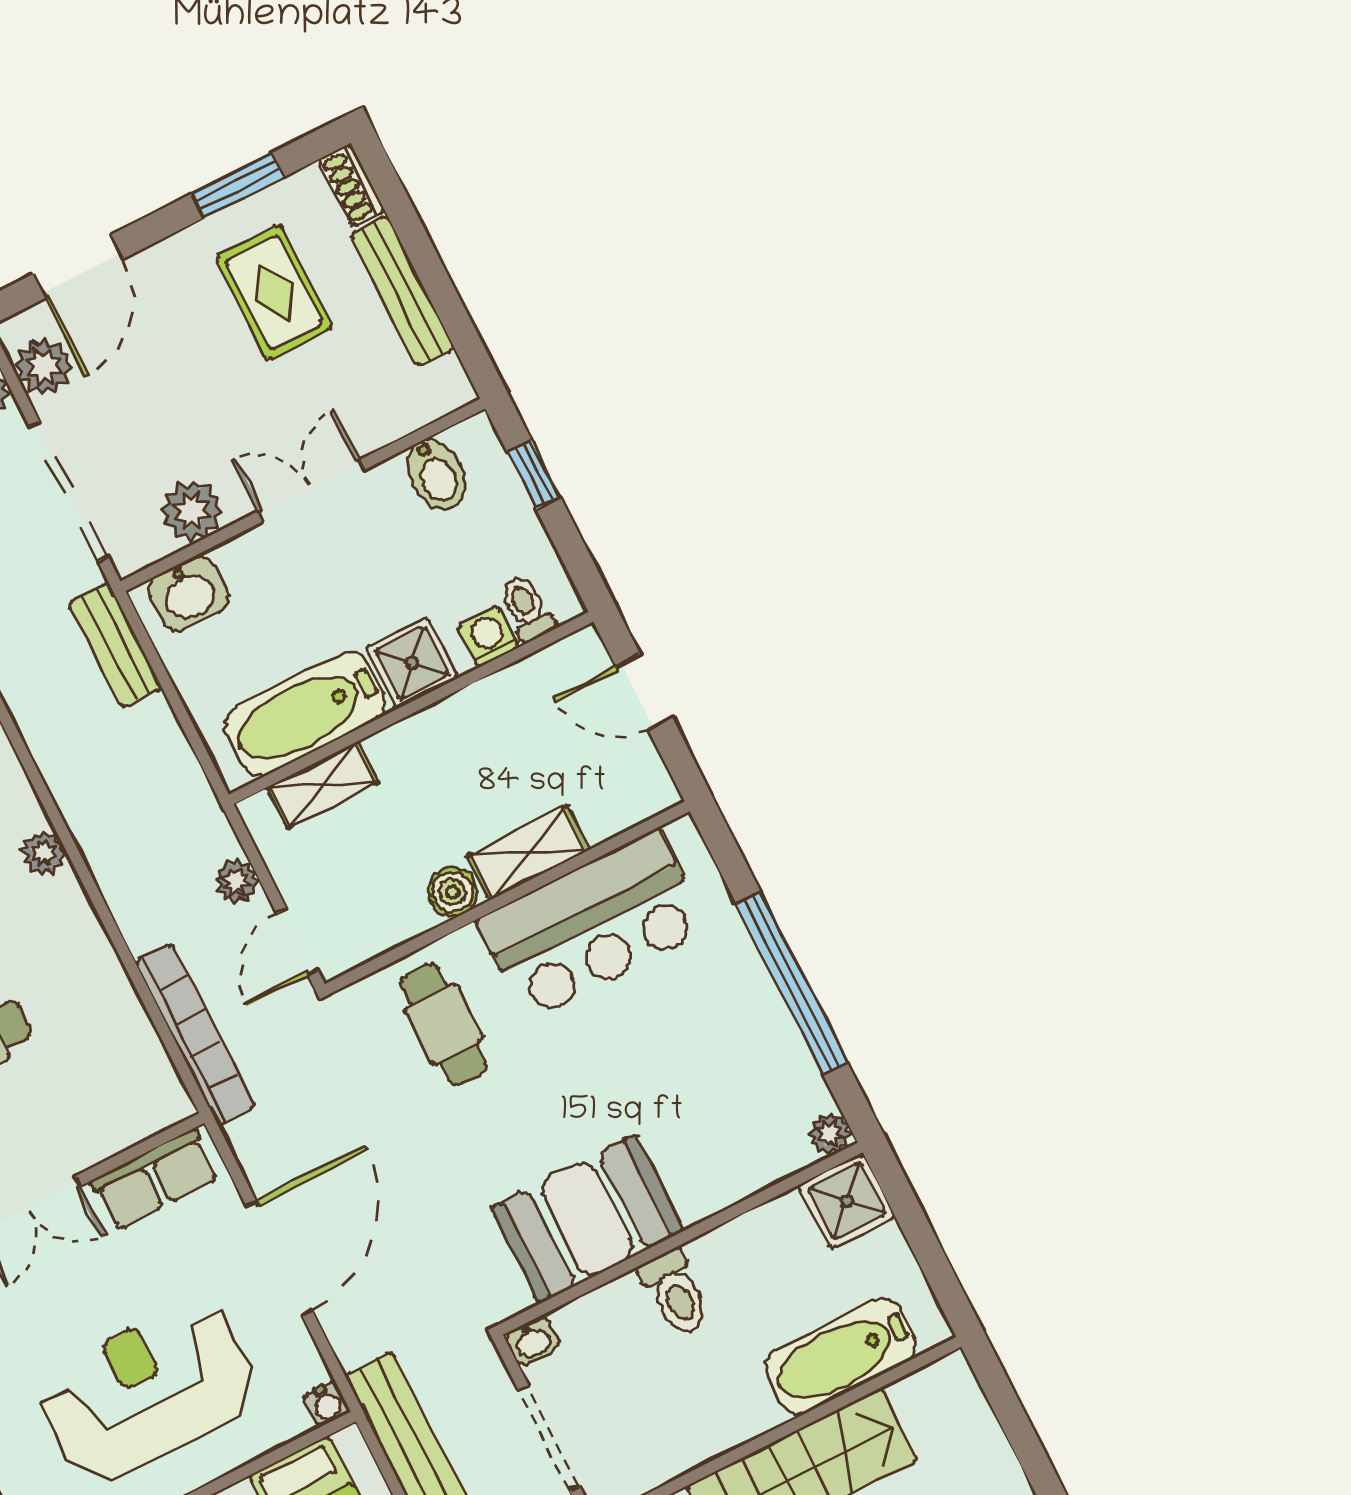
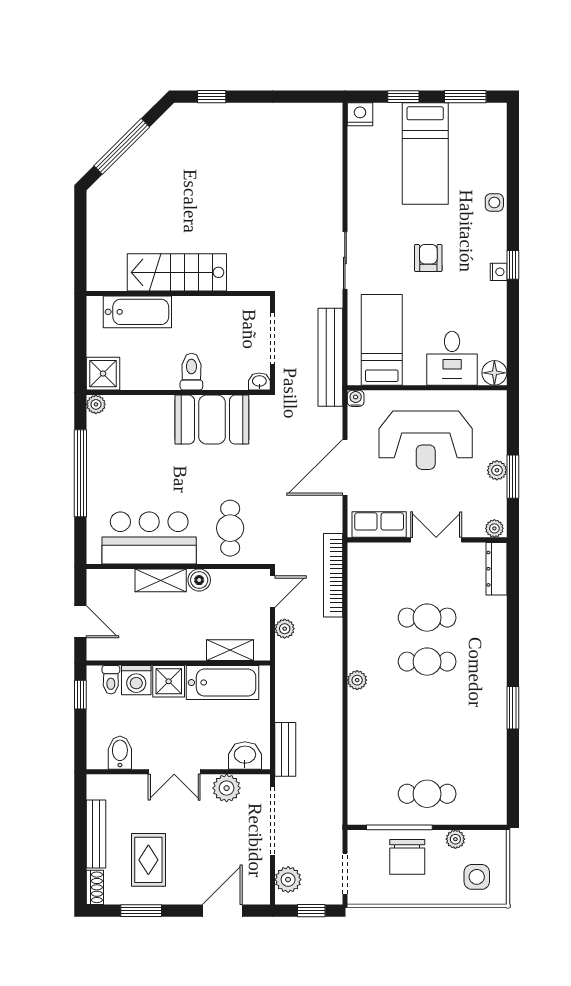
plant: (44, 367) -> (257, 877), removed
window: (534, 475) -> (80, 695), moved
washing machine: (488, 637) -> (136, 680), width x1.38, depth x1.38

